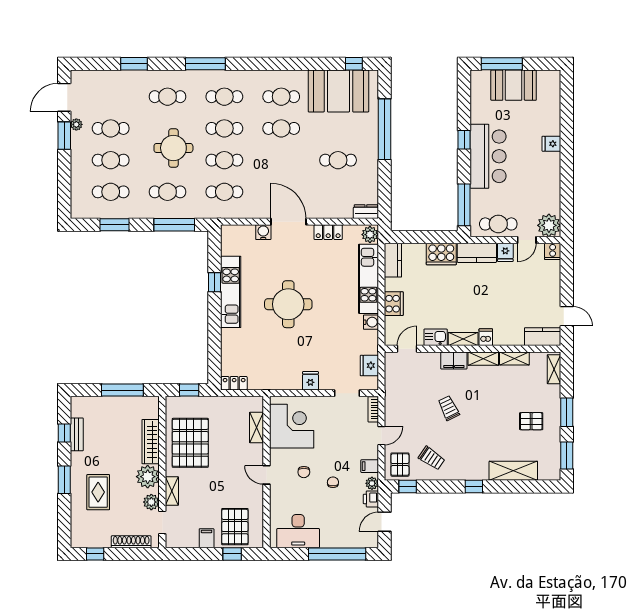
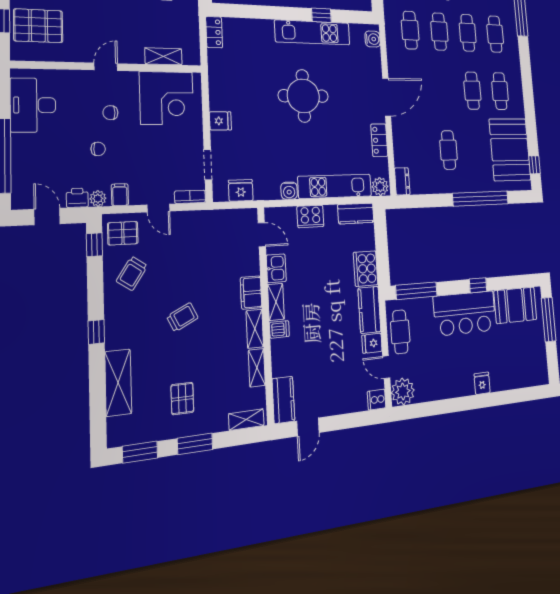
booth: (514, 85) -> (515, 305), moved, turned 90
water cooler: (263, 232) -> (373, 39), moved
trolley: (449, 408) -> (182, 317), moved

